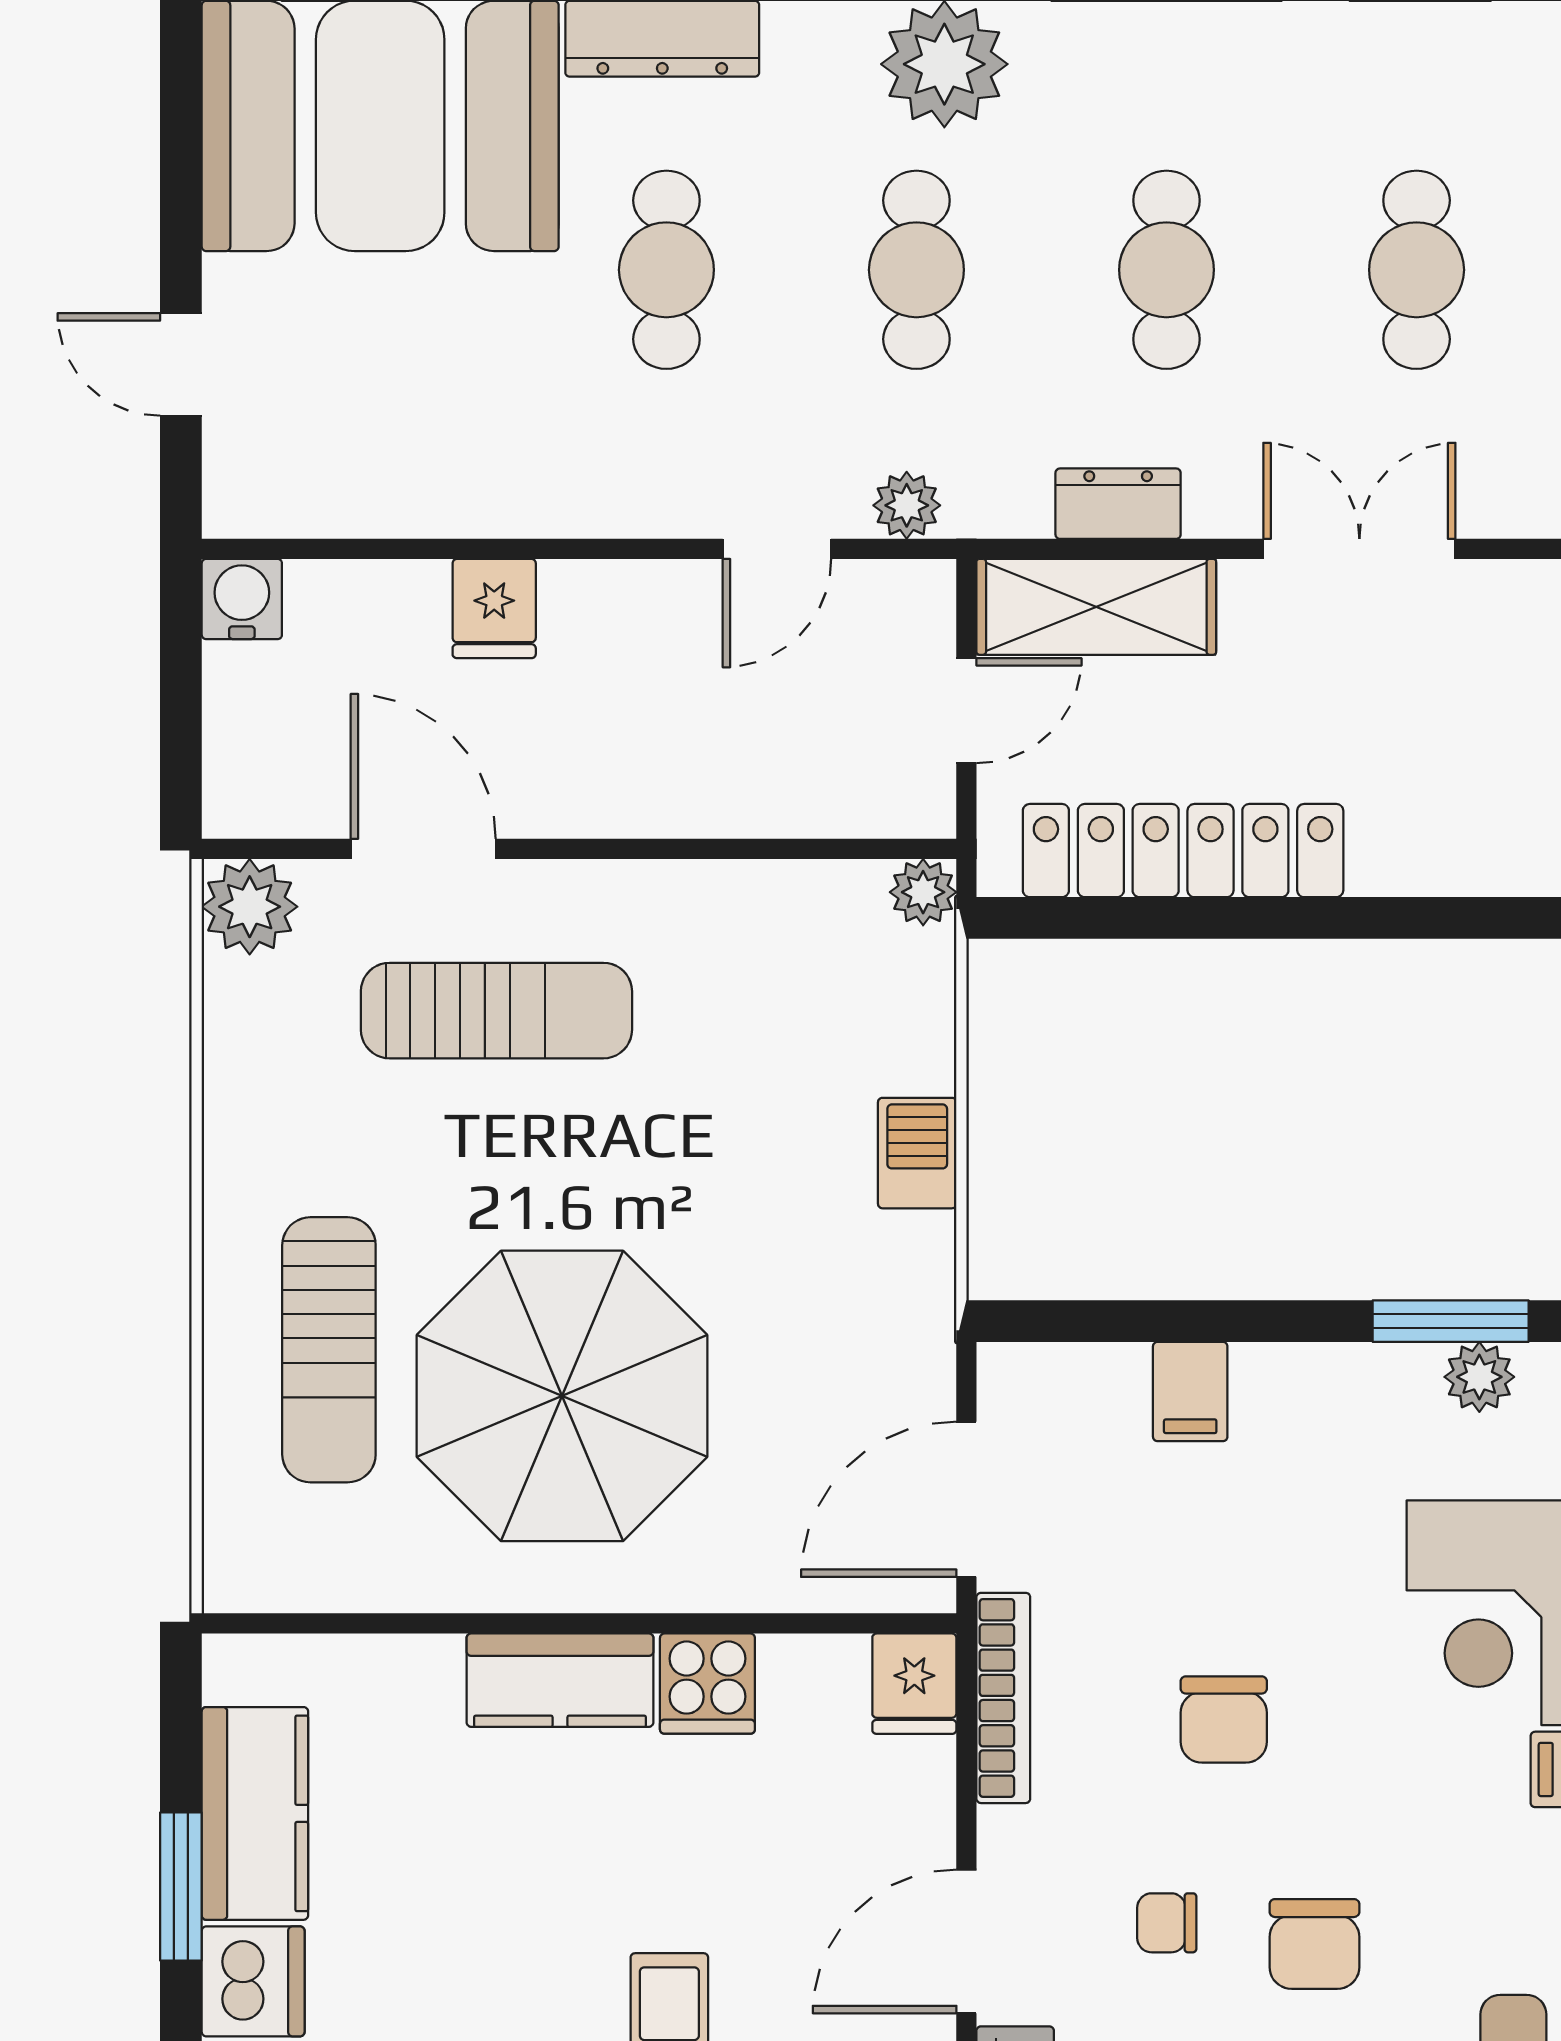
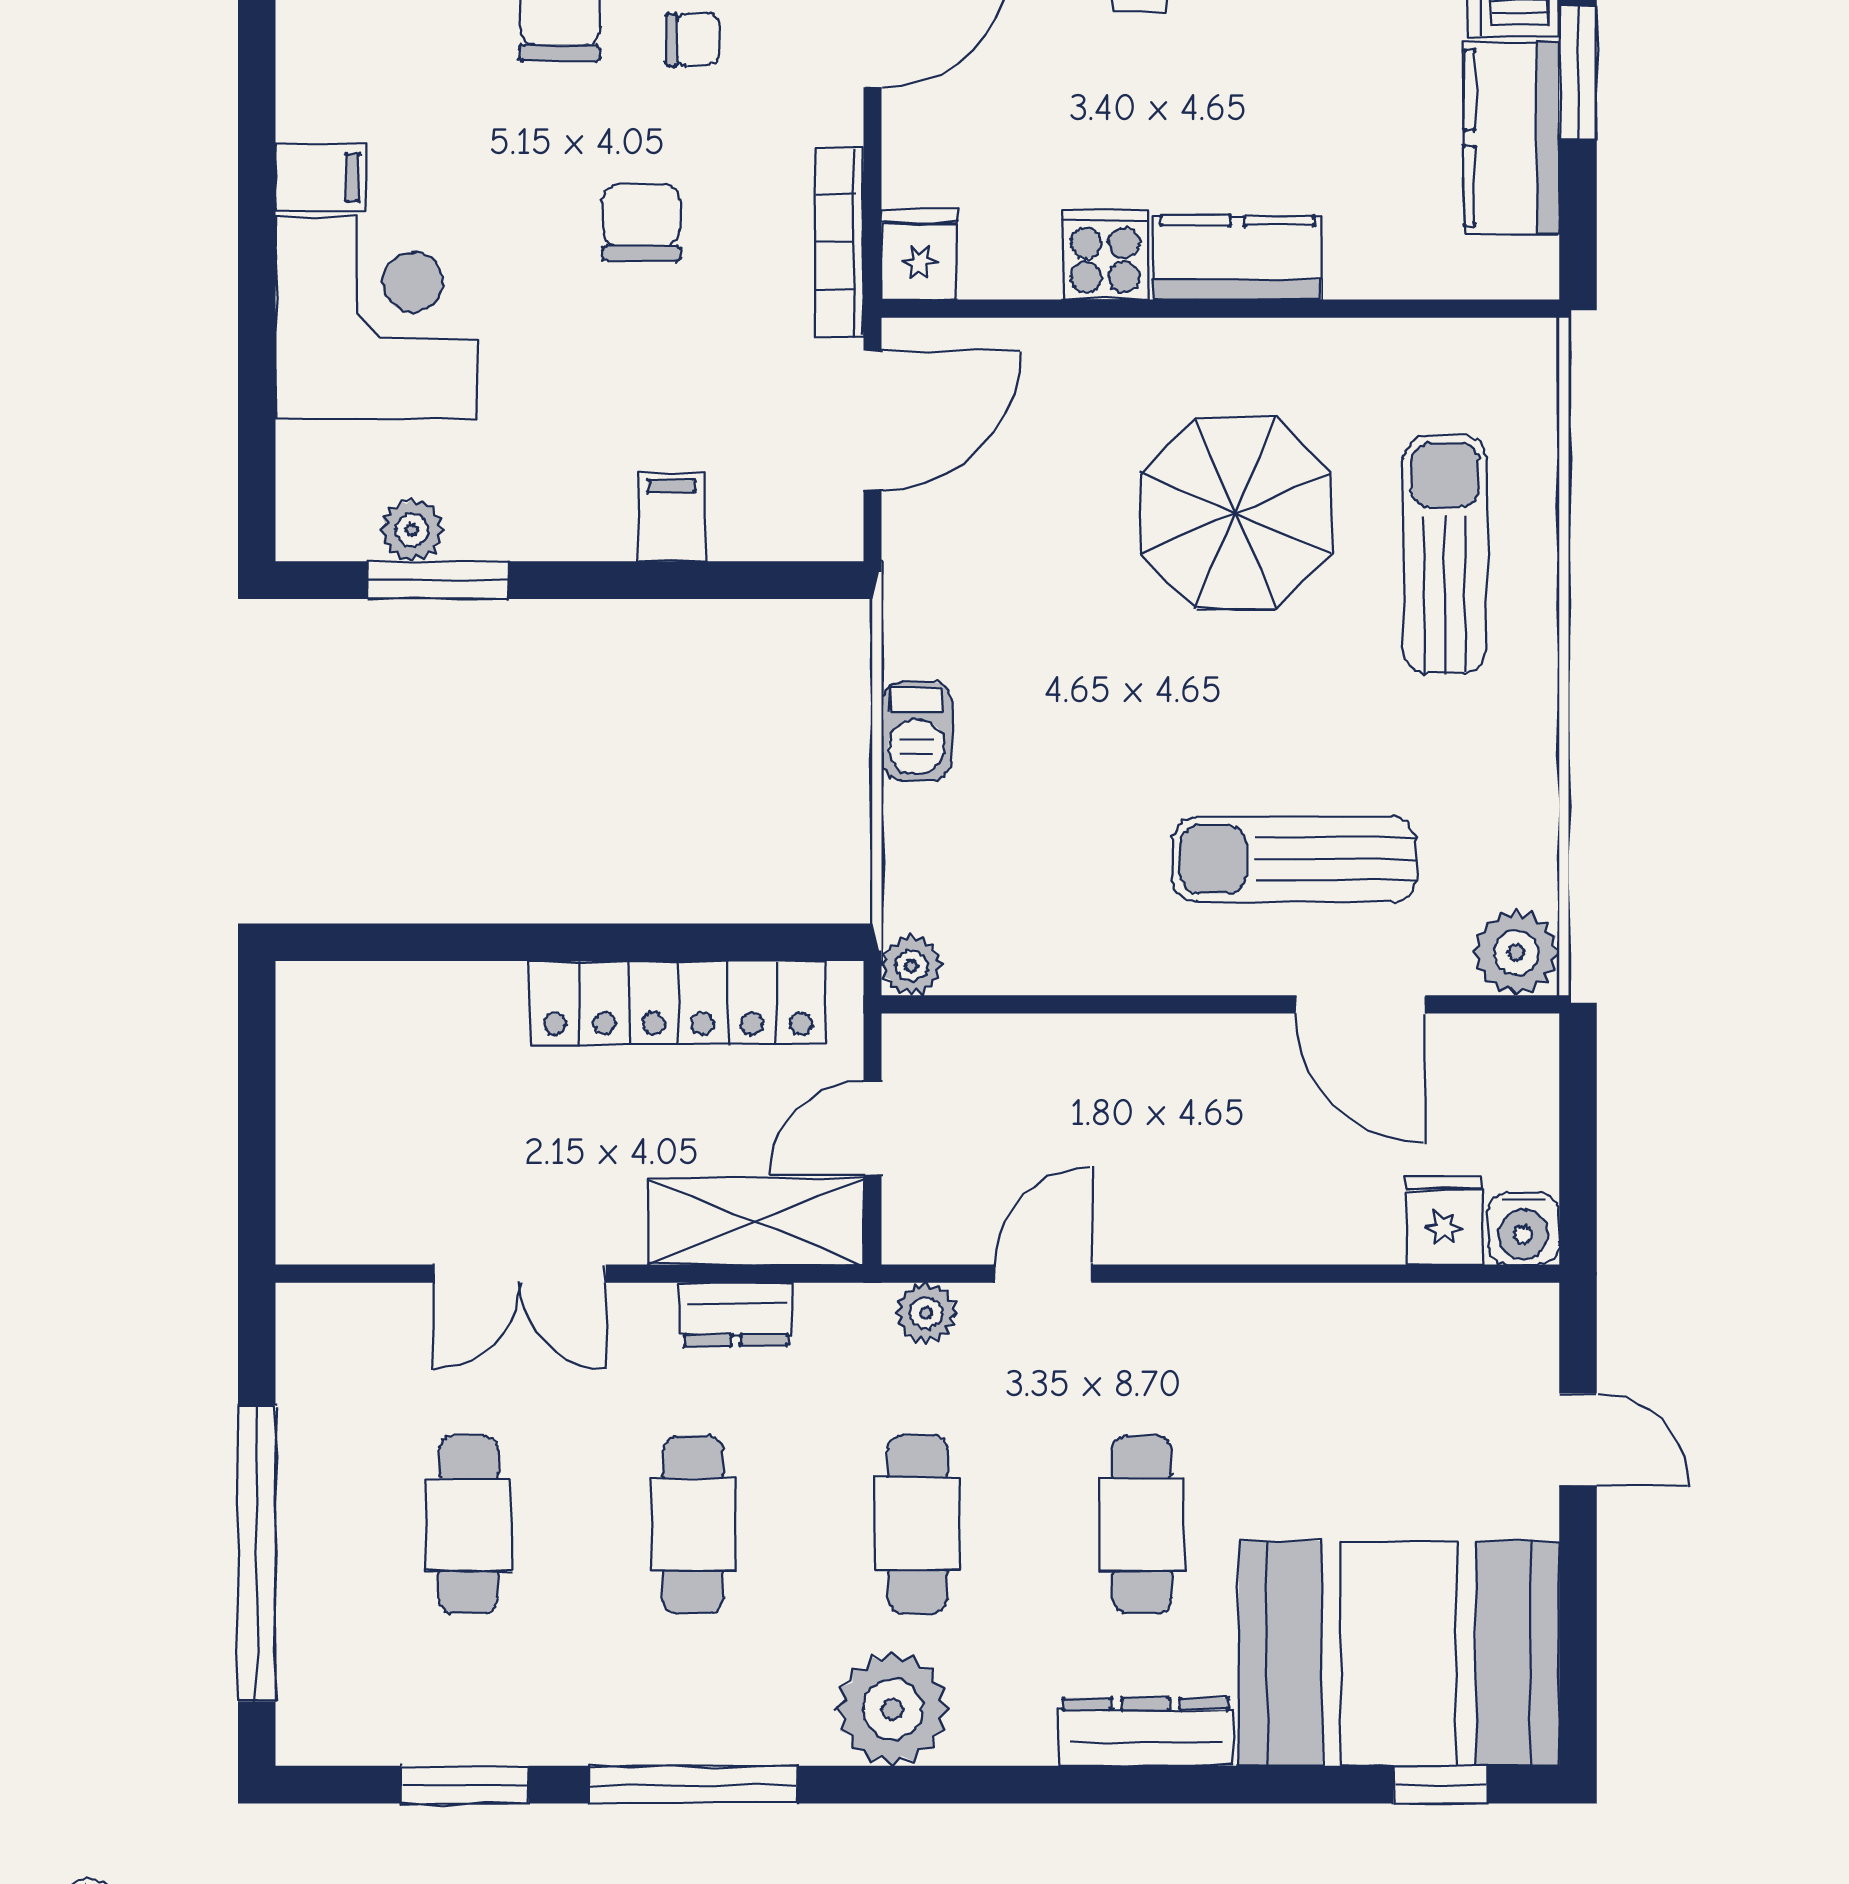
fridge: (494, 609) -> (1444, 1220), moved
parasol: (562, 1396) -> (1236, 513), width x0.73, depth x0.73

